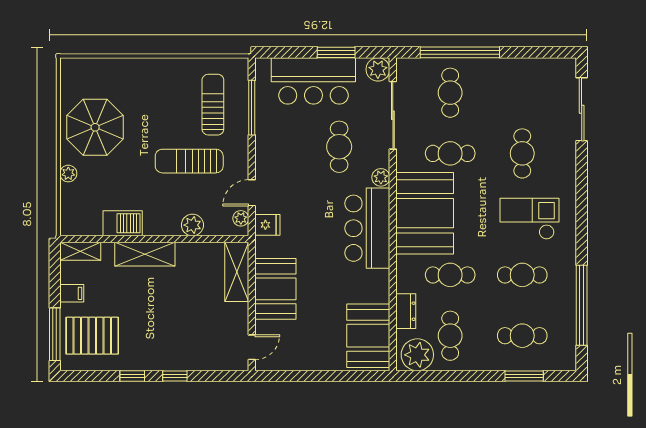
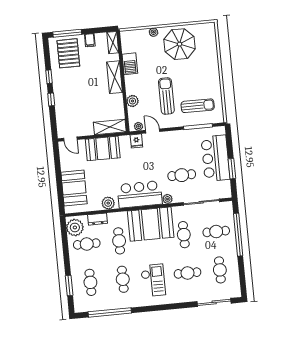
plant: (378, 69) -> (108, 203), moved
cafe table: (522, 93) -> (220, 270), added
booth: (368, 336) -> (74, 188), moved, turned 90

